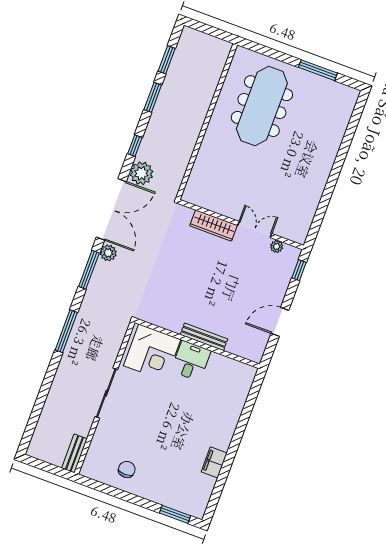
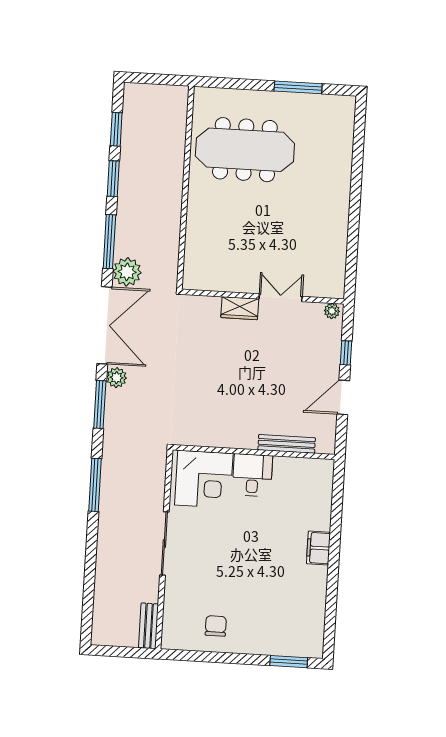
meeting table: (262, 106) -> (245, 150), turned 90
window: (135, 146) -> (109, 242), width x2.17
wardrobe: (213, 225) -> (240, 308), width x0.67
plant: (277, 246) -> (332, 311), moved
window: (299, 270) -> (346, 353), moved
bench: (204, 337) -> (287, 444), moved
filing cabinet: (214, 462) -> (318, 548), moved

